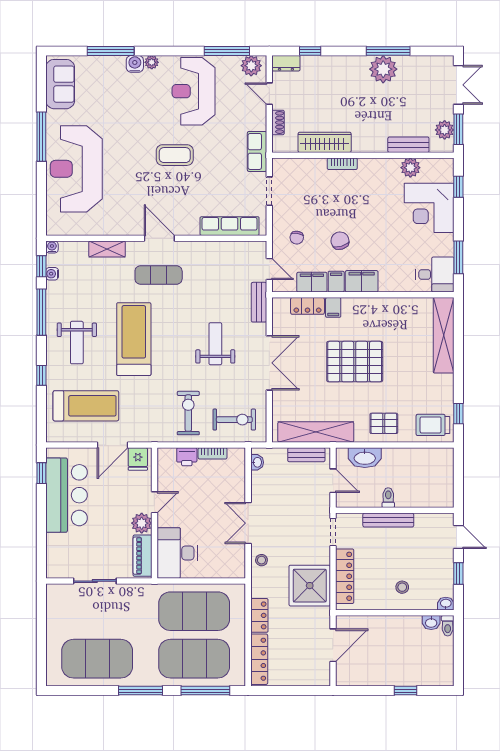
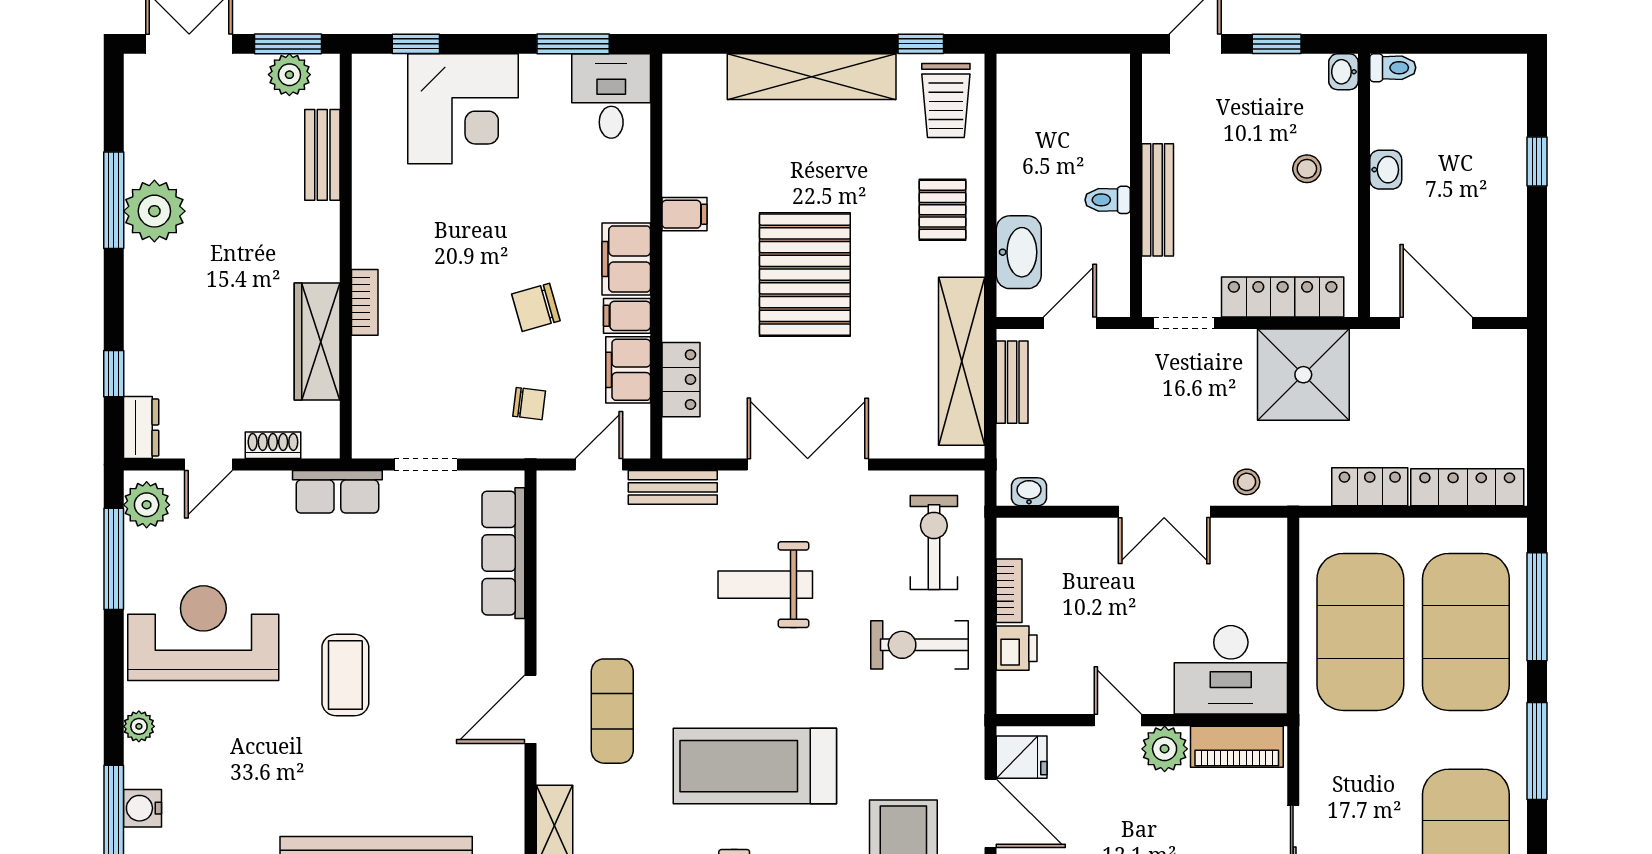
water cooler: (135, 64) -> (142, 808), moved
reception desk: (194, 91) -> (203, 633), turned 180
plant: (410, 168) -> (373, 150), removed
filing cabinet: (333, 307) -> (685, 214), moved
shelving: (444, 335) -> (812, 77), moved
washbasin: (431, 623) -> (1386, 170), moved

